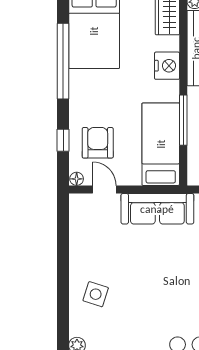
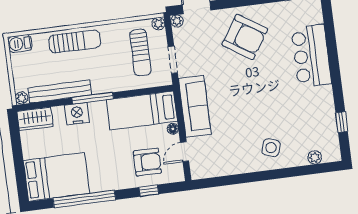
window: (183, 120) -> (93, 98), moved
armchair: (98, 143) -> (147, 162), turned 180
floor lamp: (77, 179) -> (173, 129), moved

